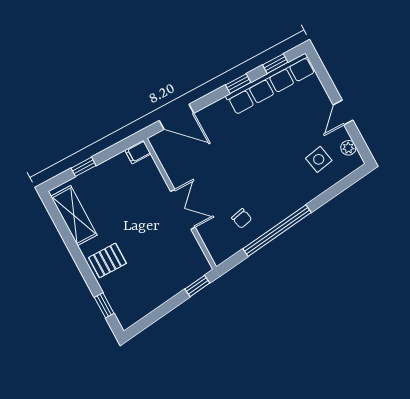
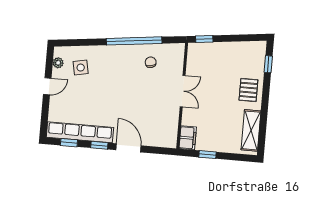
door: (177, 117) -> (128, 148), moved
filing cabinet: (138, 152) -> (188, 138), width x2.00
window: (84, 167) -> (207, 155), moved
double door: (183, 209) -> (183, 91), swing flipped
pallet: (107, 260) -> (248, 90), turned 90

